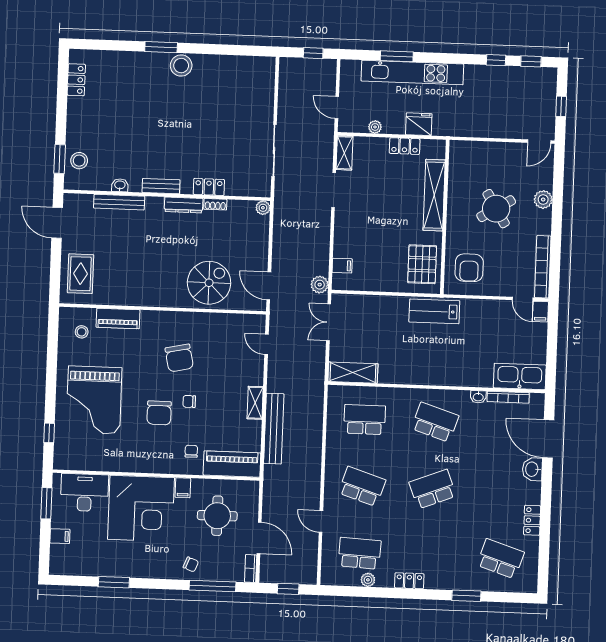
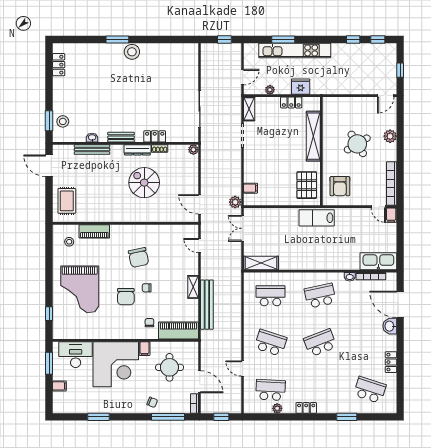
door: (337, 107) -> (243, 77), swing flipped
spiral stairs: (209, 283) -> (144, 183), moved, turned -90
school desk: (435, 422) -> (320, 296), turned -30

